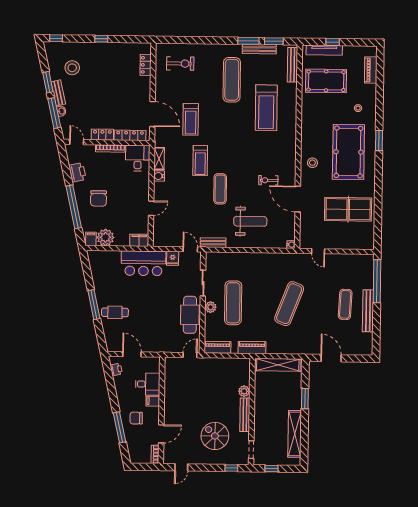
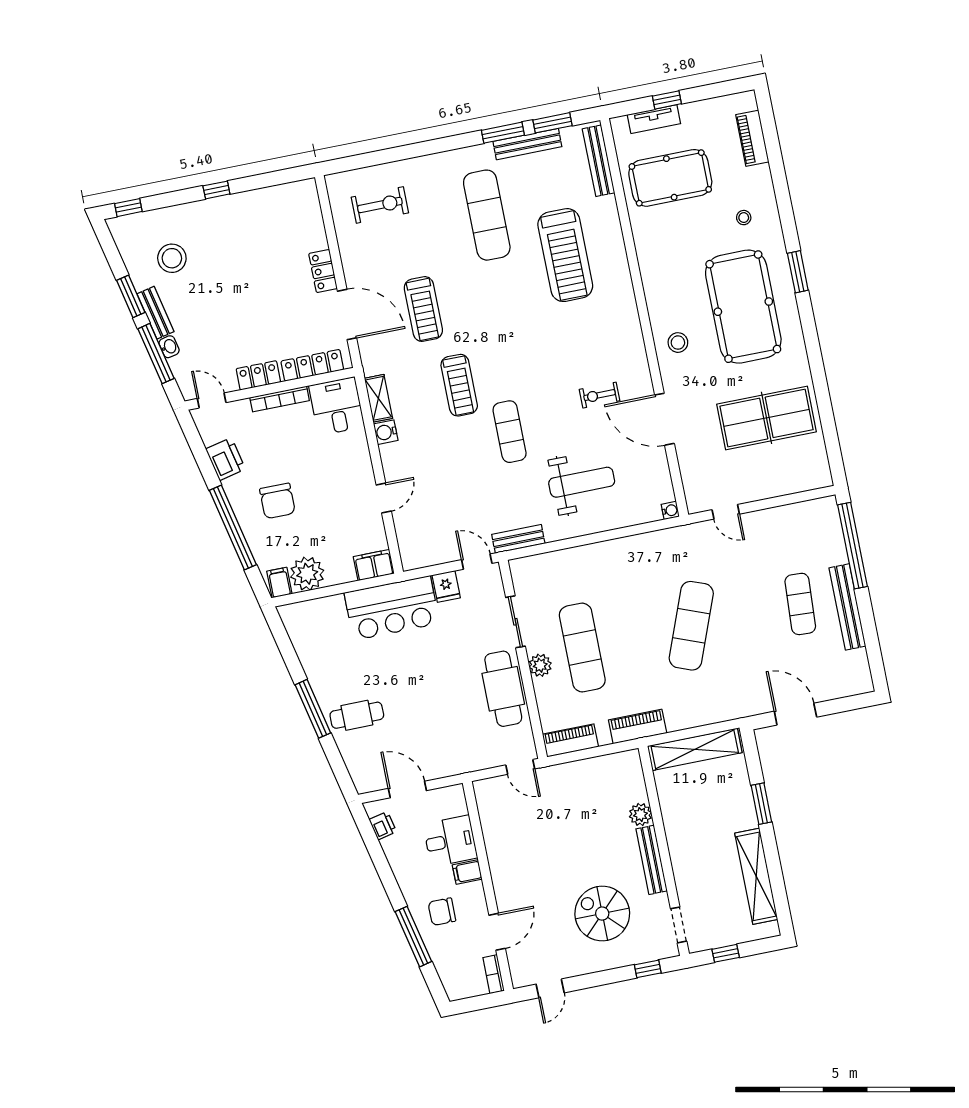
tv unit: (324, 50) -> (654, 119), width x0.71
locker: (146, 65) -> (323, 271), moved
door: (190, 355) -> (520, 767), swing flipped

